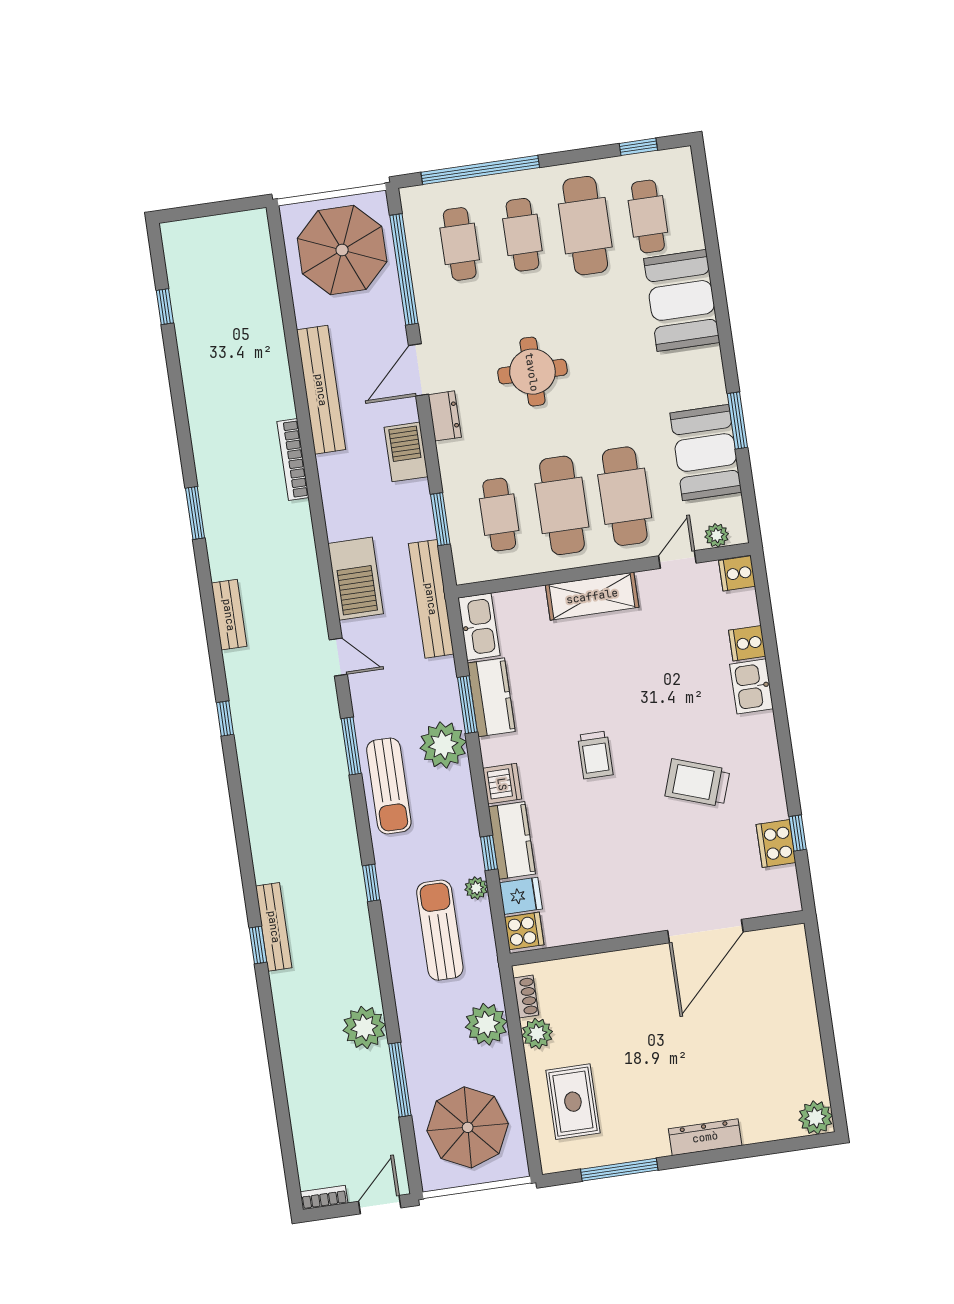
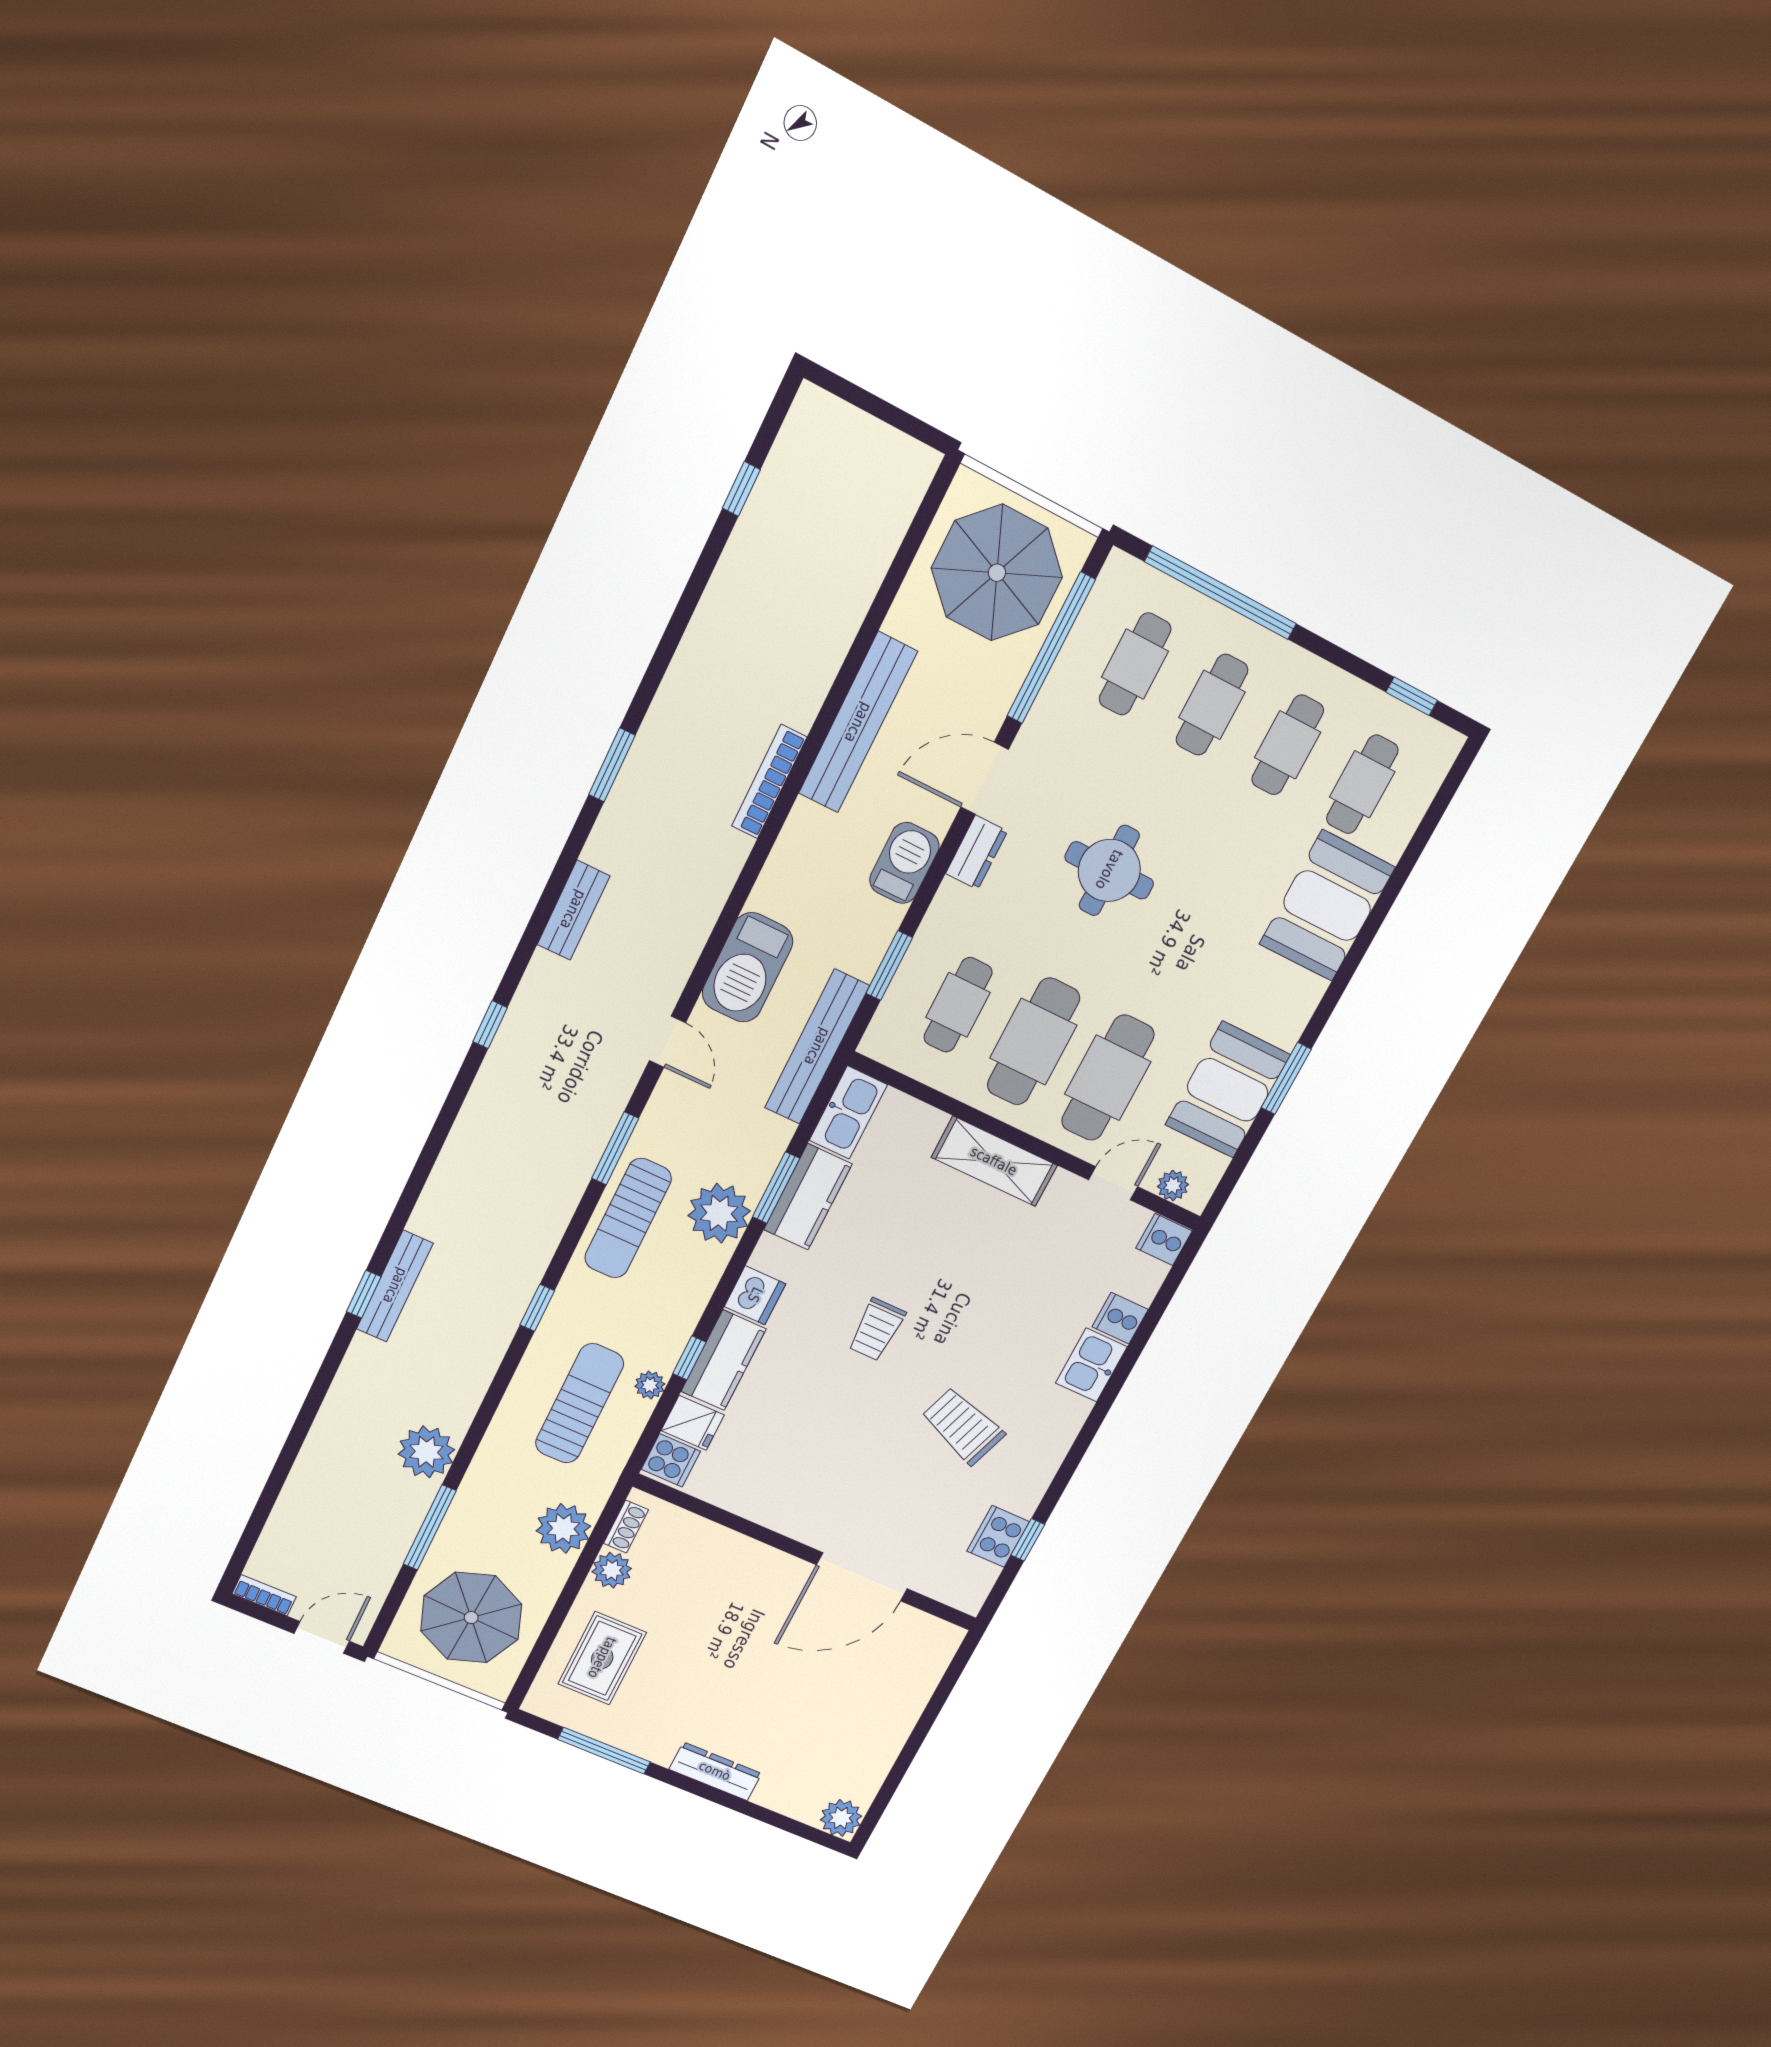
cafe table: (585, 226) -> (1288, 745), width x0.73, depth x0.74

